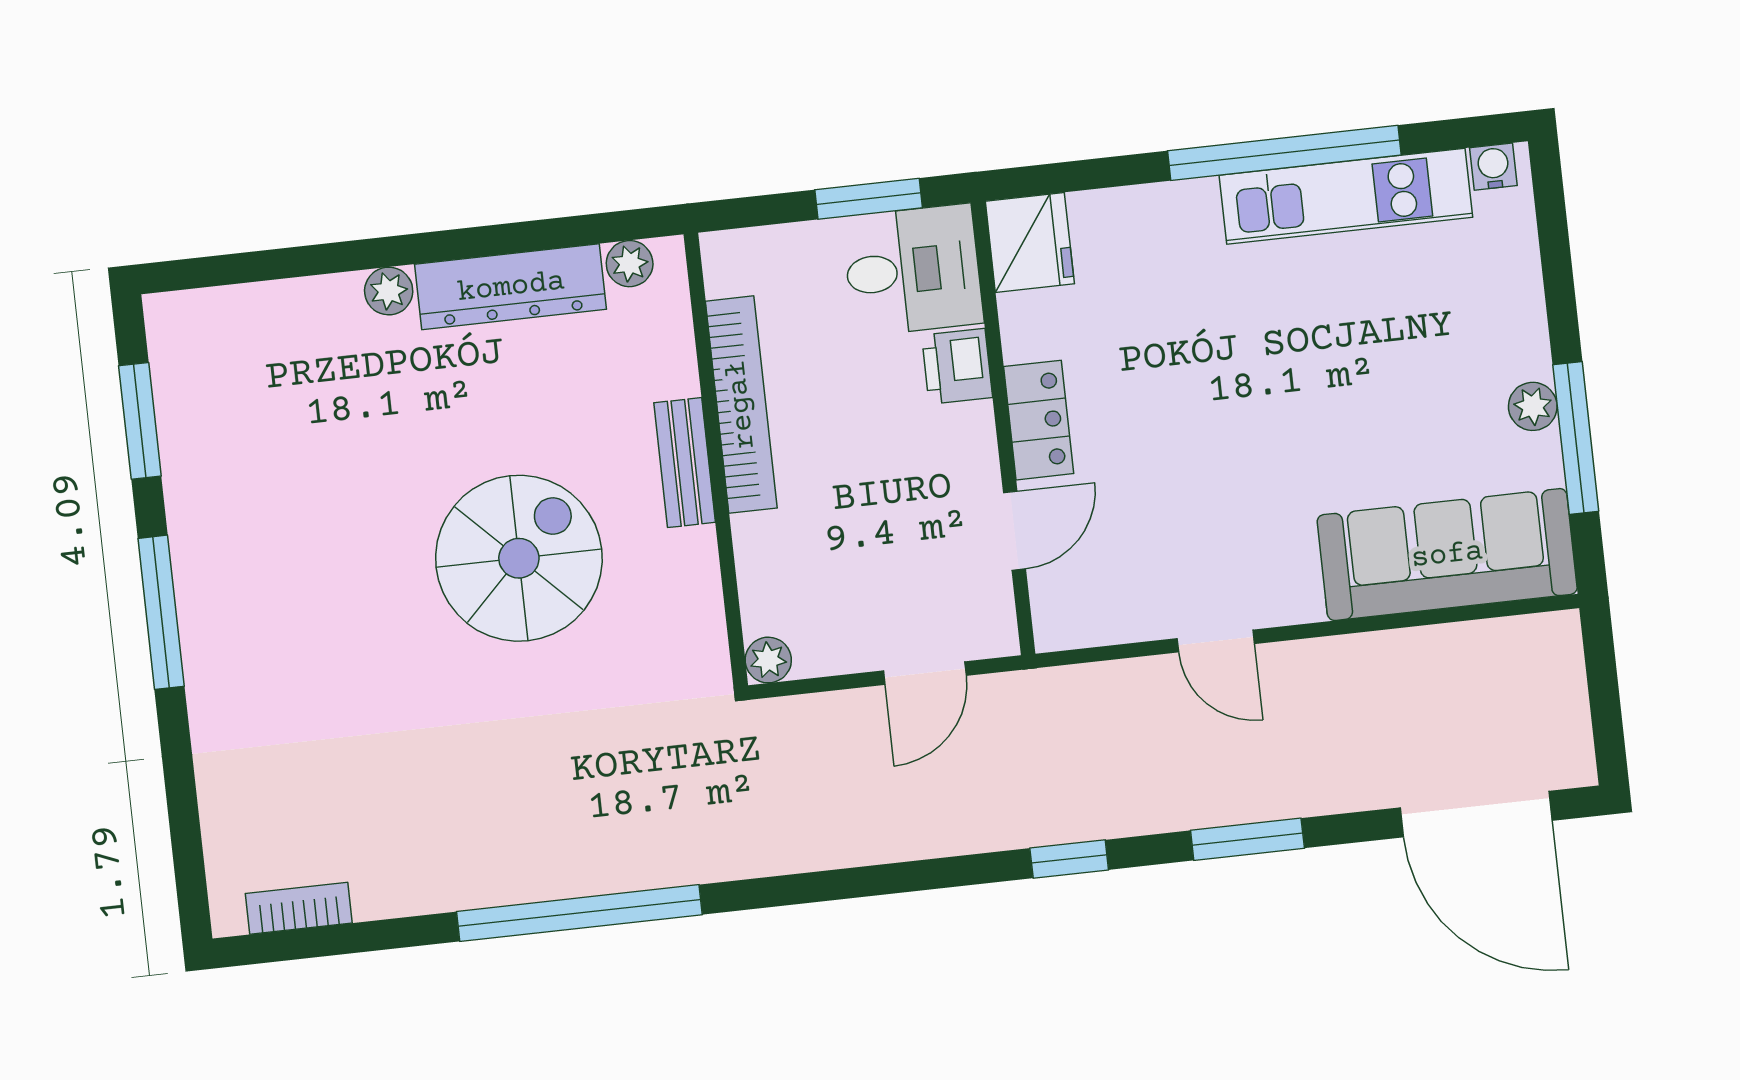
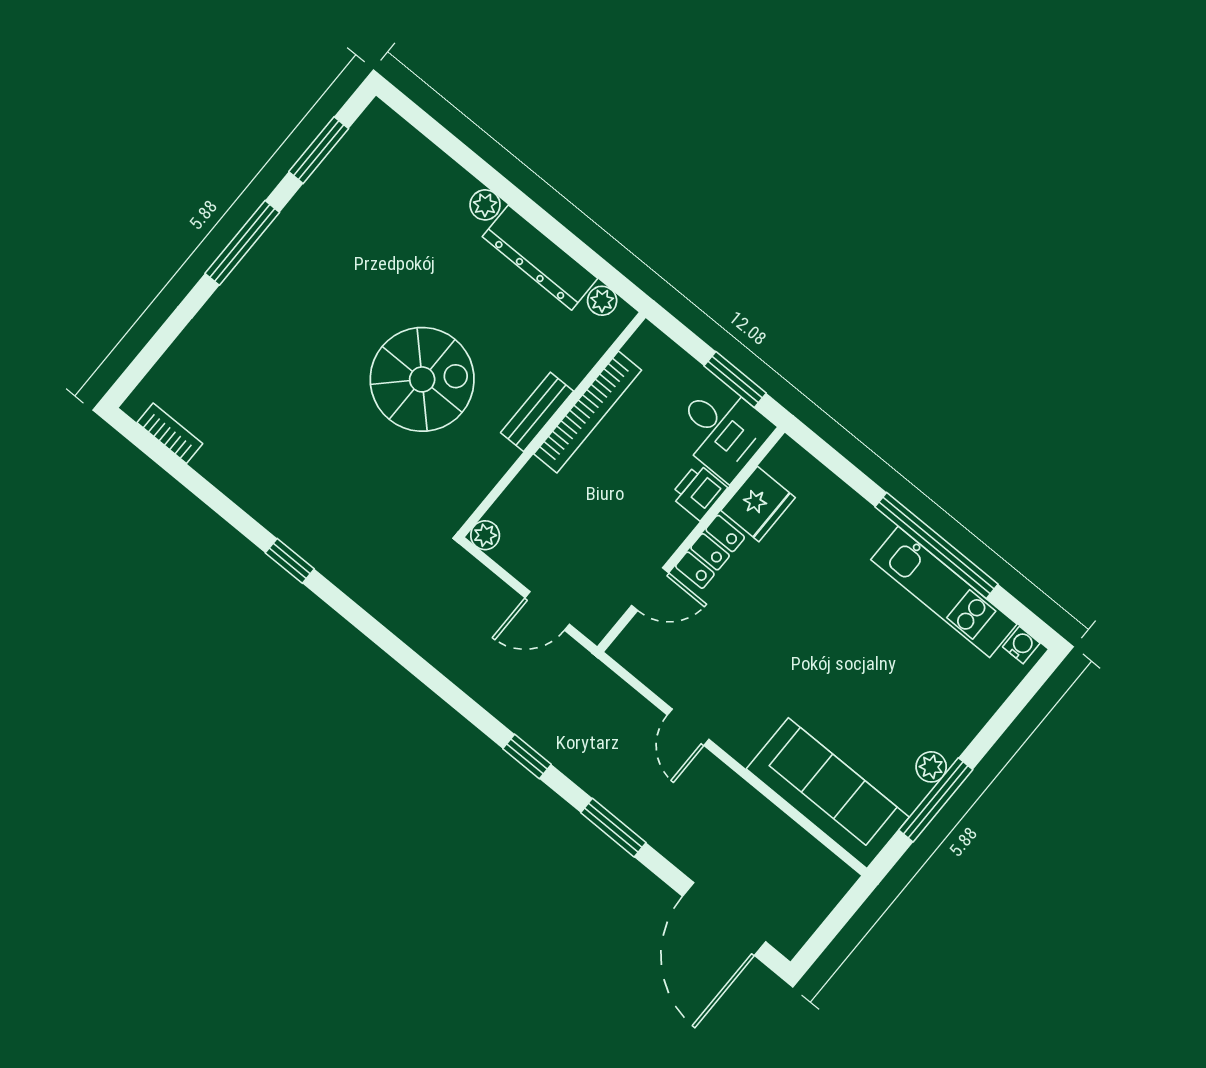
fridge: (1030, 242) -> (758, 504), moved
window: (579, 913) -> (290, 561), width x0.32

